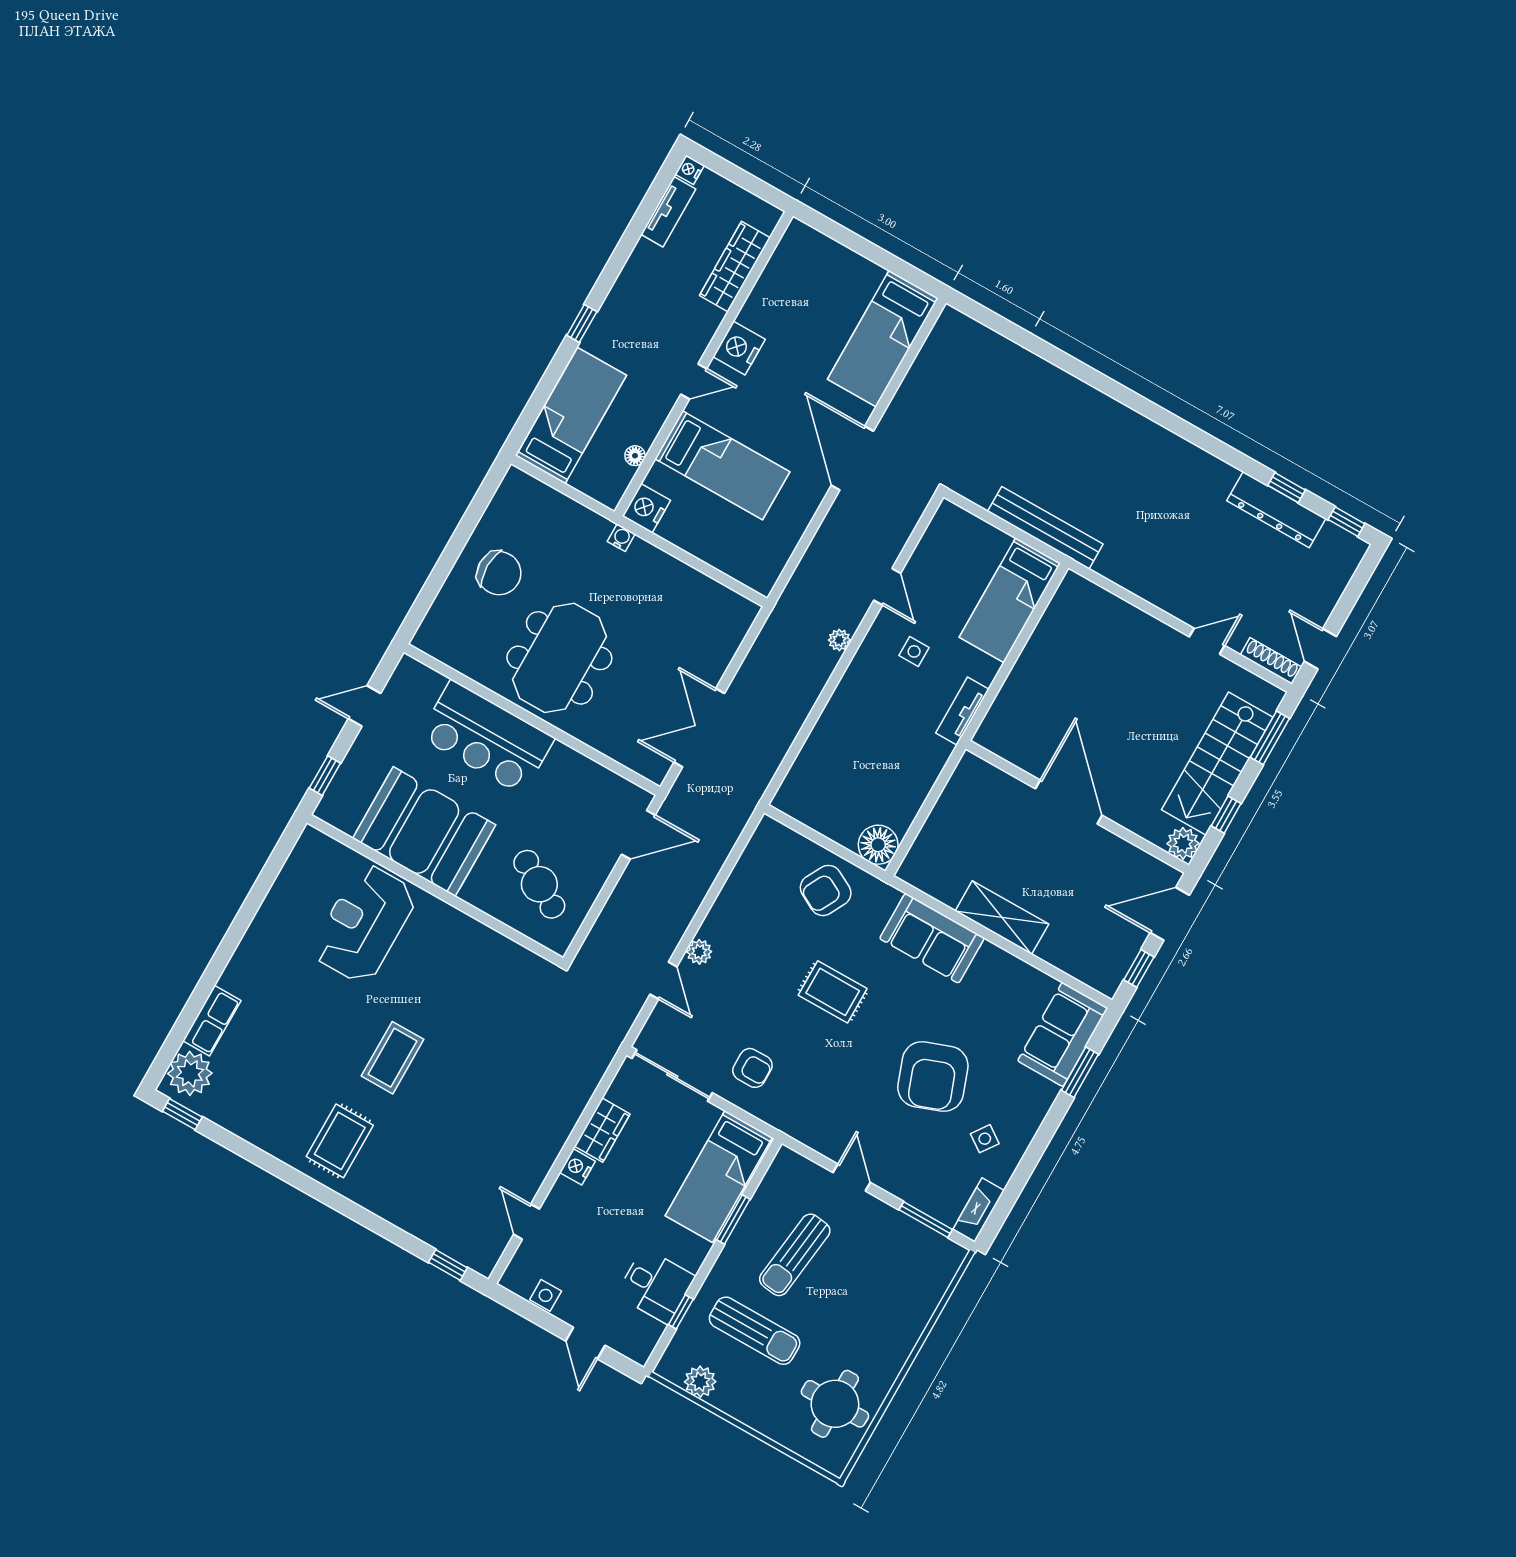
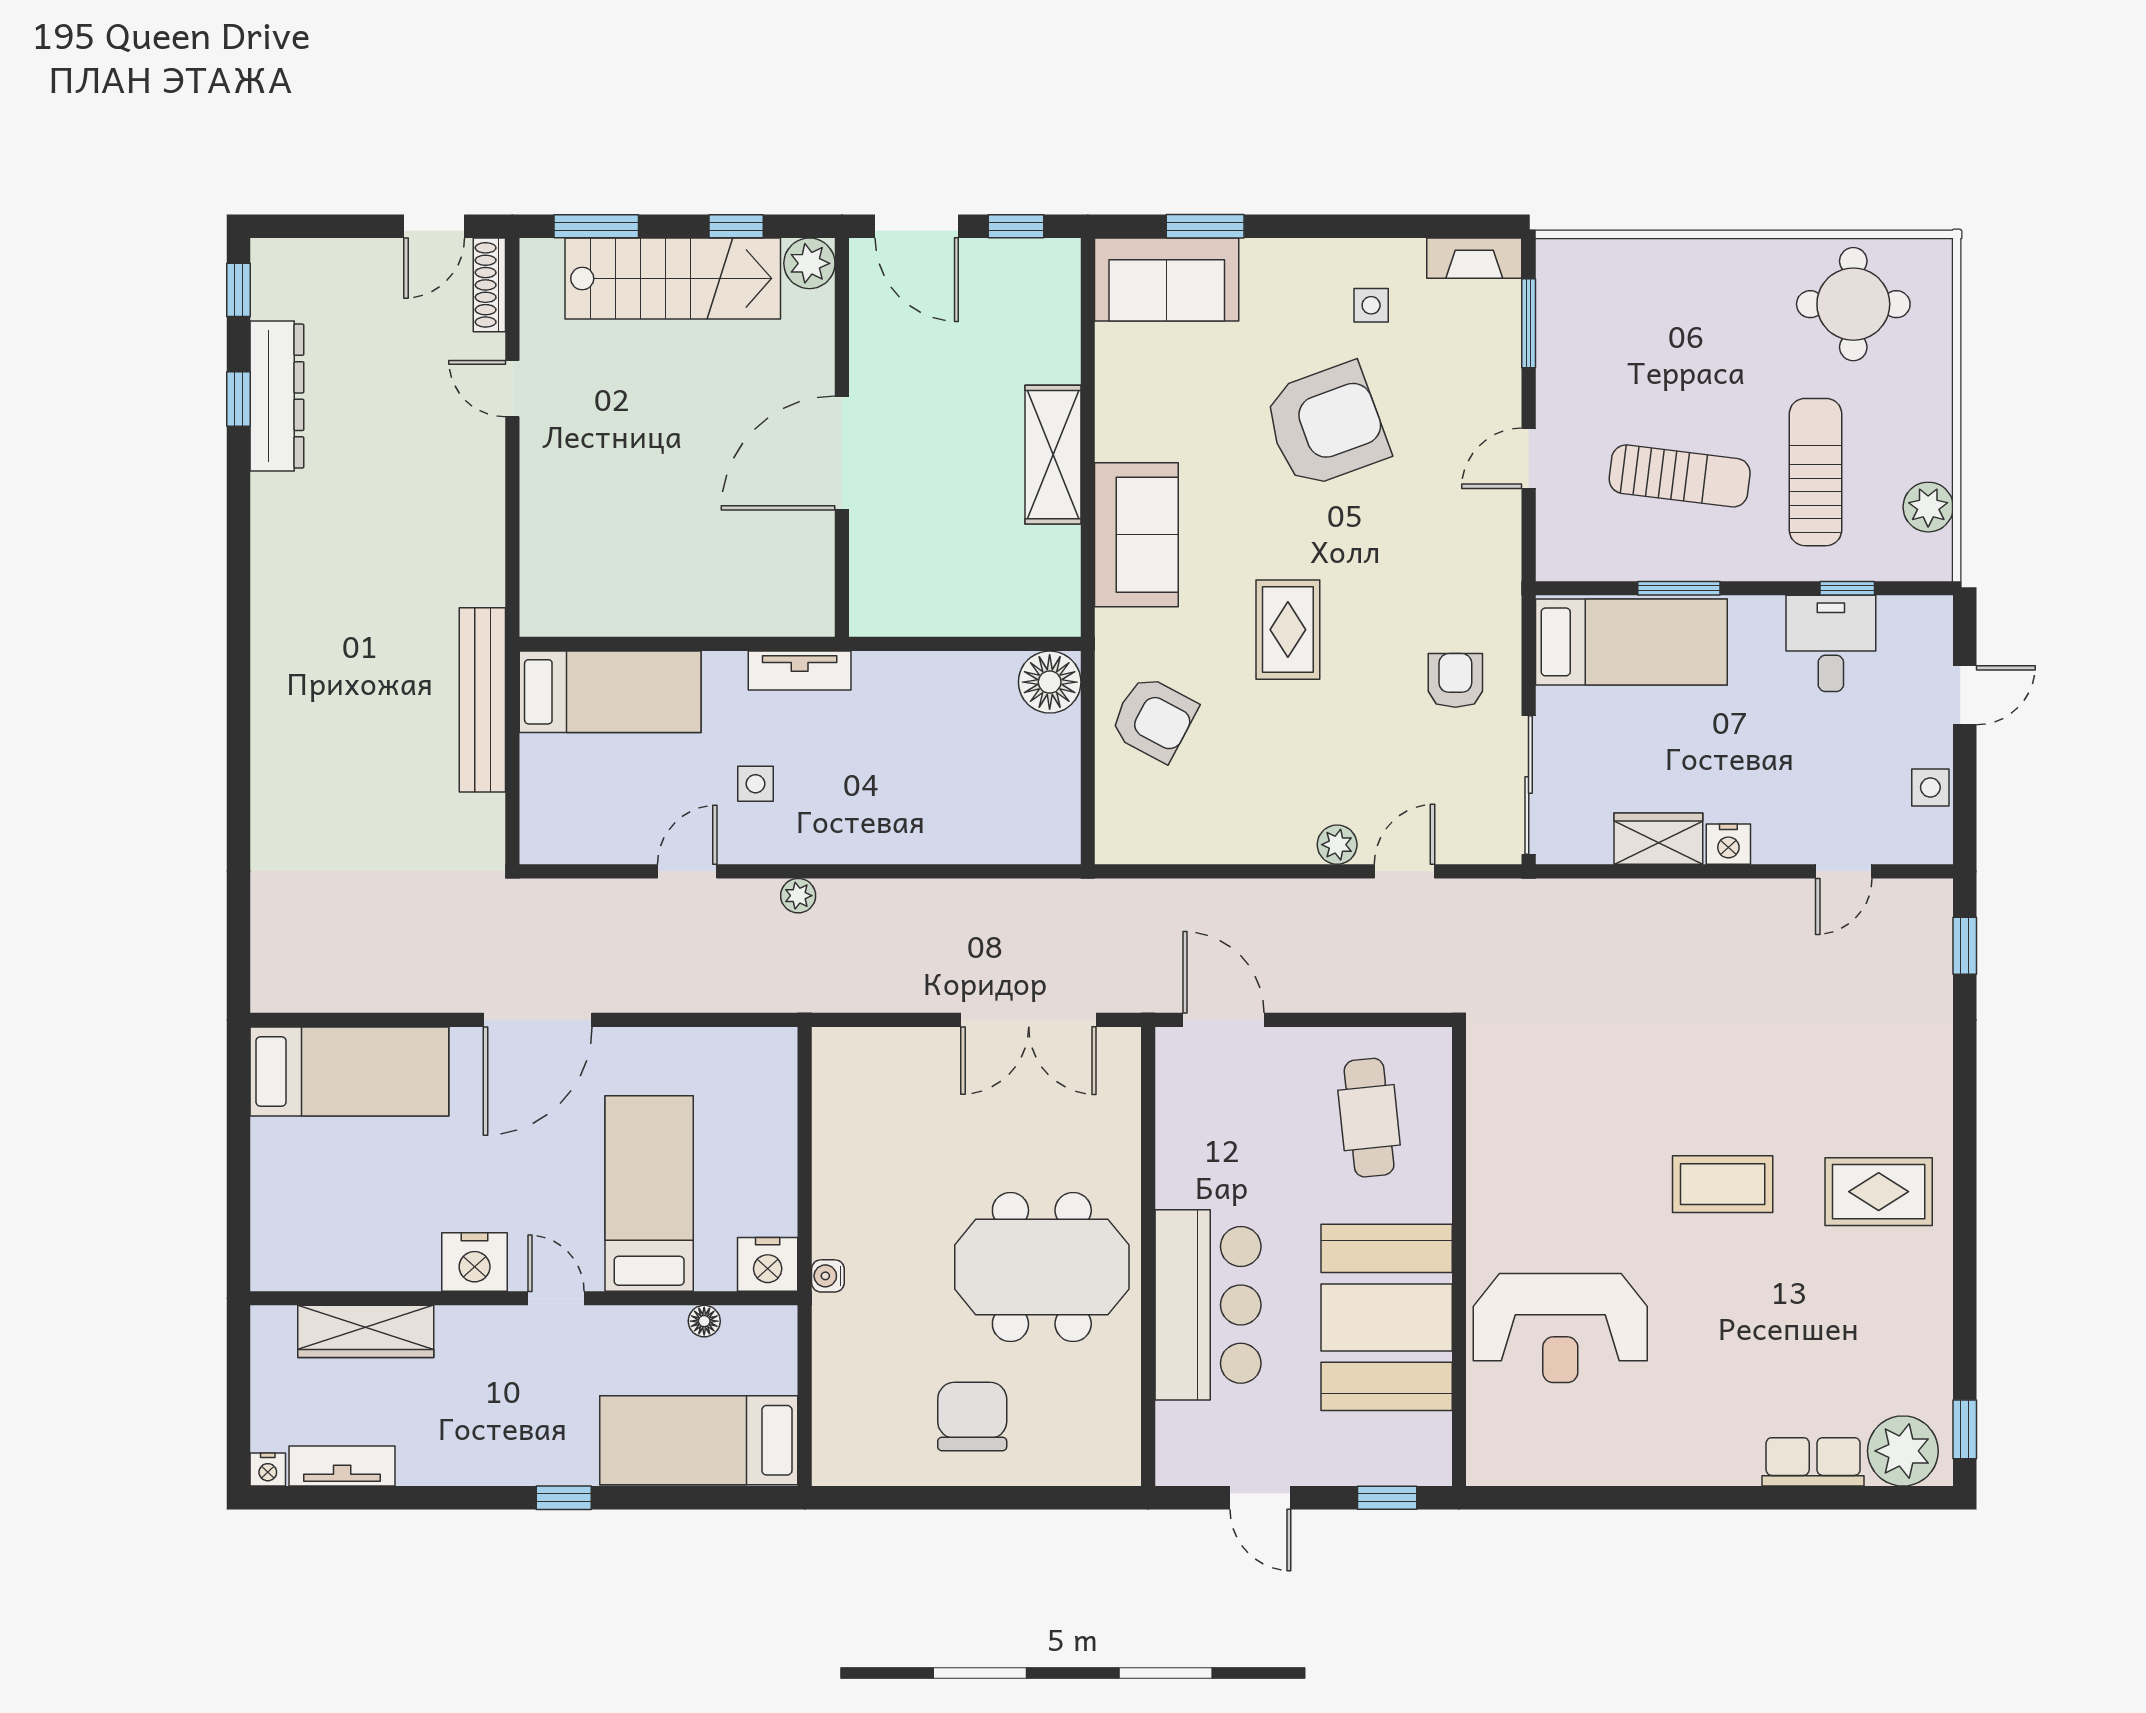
cafe table: (539, 884) -> (1369, 1118), turned -36
side table: (985, 1139) -> (1371, 305), turned -35

